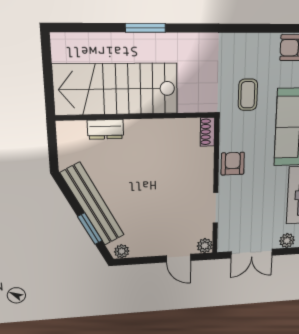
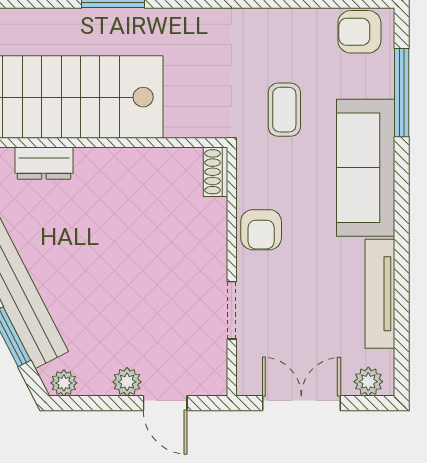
armchair: (233, 164) -> (261, 230), turned 180
plant: (205, 246) -> (127, 382), moved
double door: (252, 254) -> (301, 403), swing flipped

